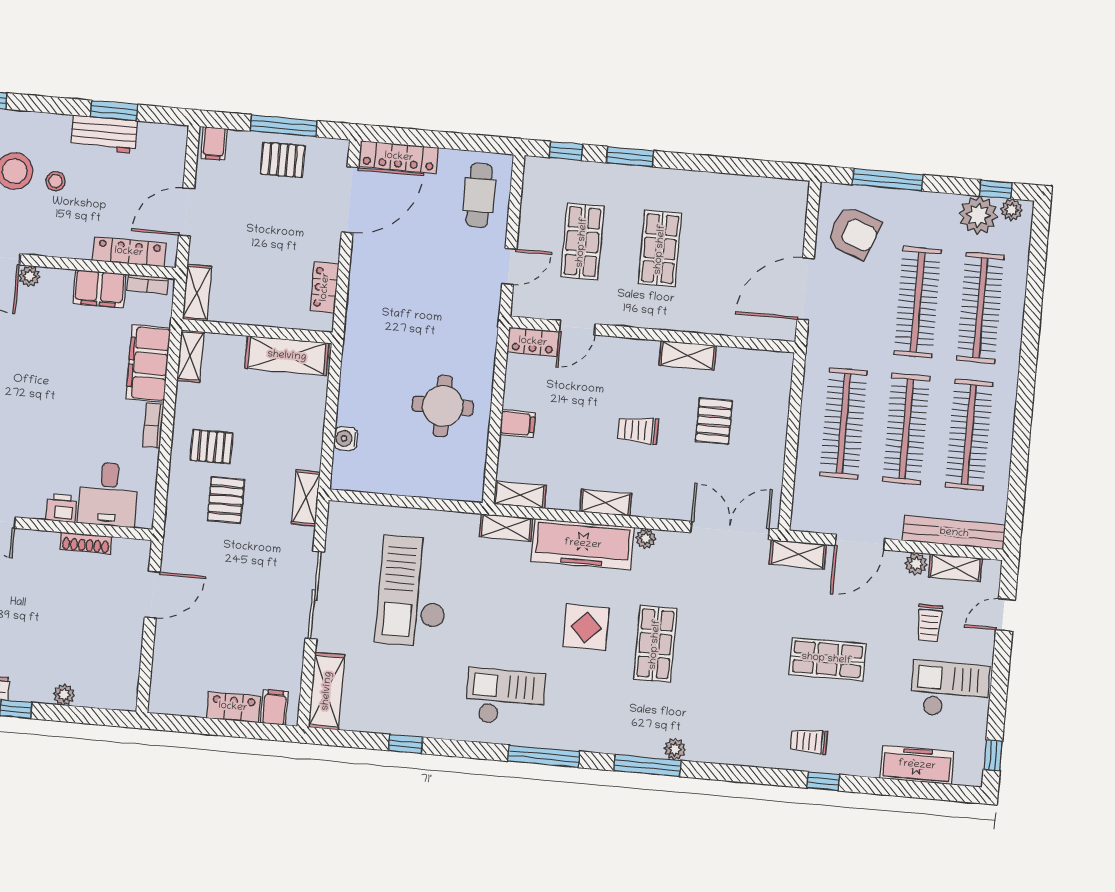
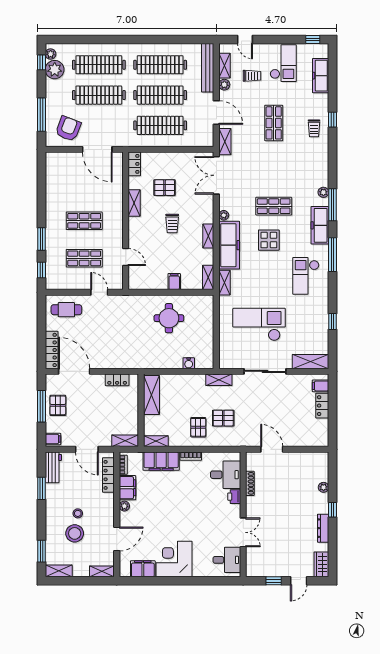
workbench: (104, 134) -> (53, 467), moved
plant: (29, 276) -> (124, 506), moved
locker: (533, 342) -> (134, 164), moved
checkout: (413, 591) -> (259, 325), turned 180
checkout: (950, 690) -> (283, 63), turned 180
freezer: (607, 736) -> (320, 225), added

